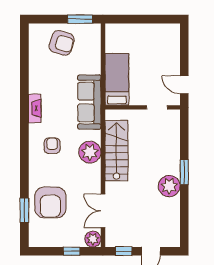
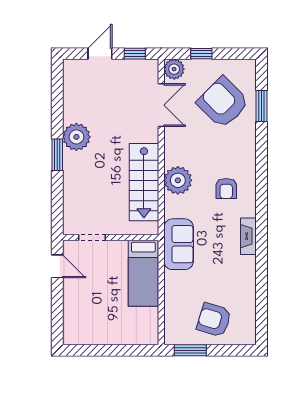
sofa: (89, 102) -> (179, 244), width x0.73
armchair: (50, 202) -> (223, 103), moved, turned -45

